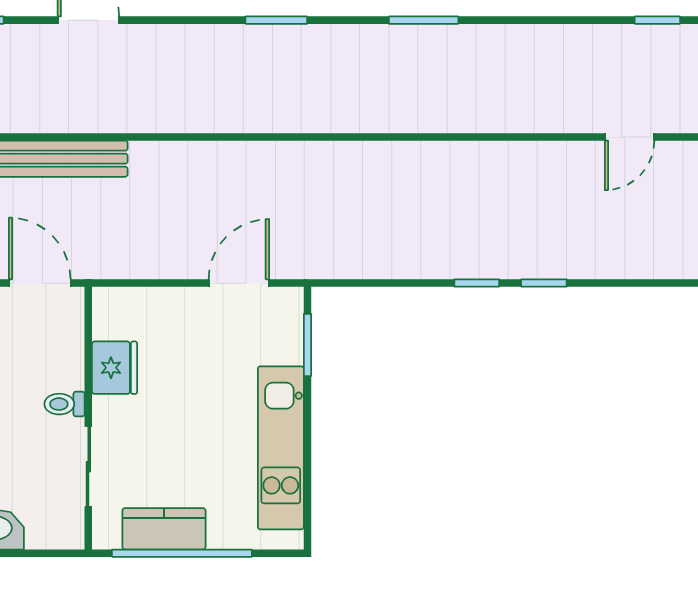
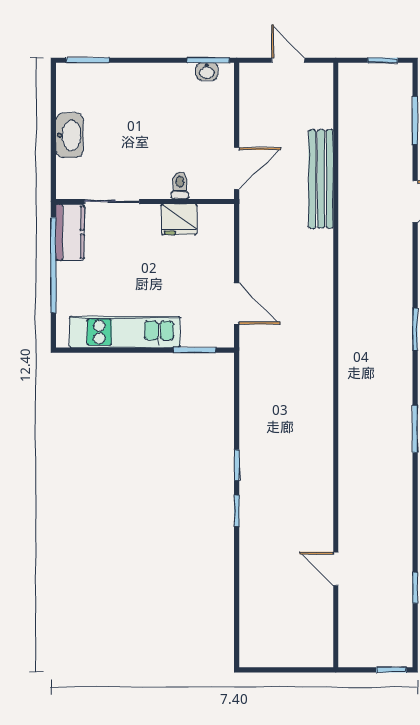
toilet: (65, 404) -> (180, 185), moved
kitchen counter: (164, 529) -> (70, 232), moved

